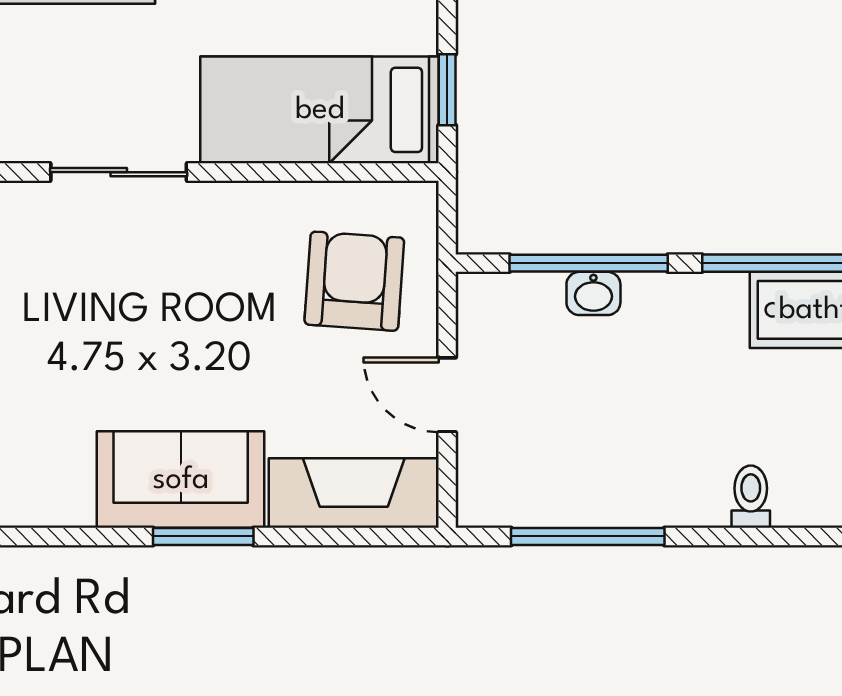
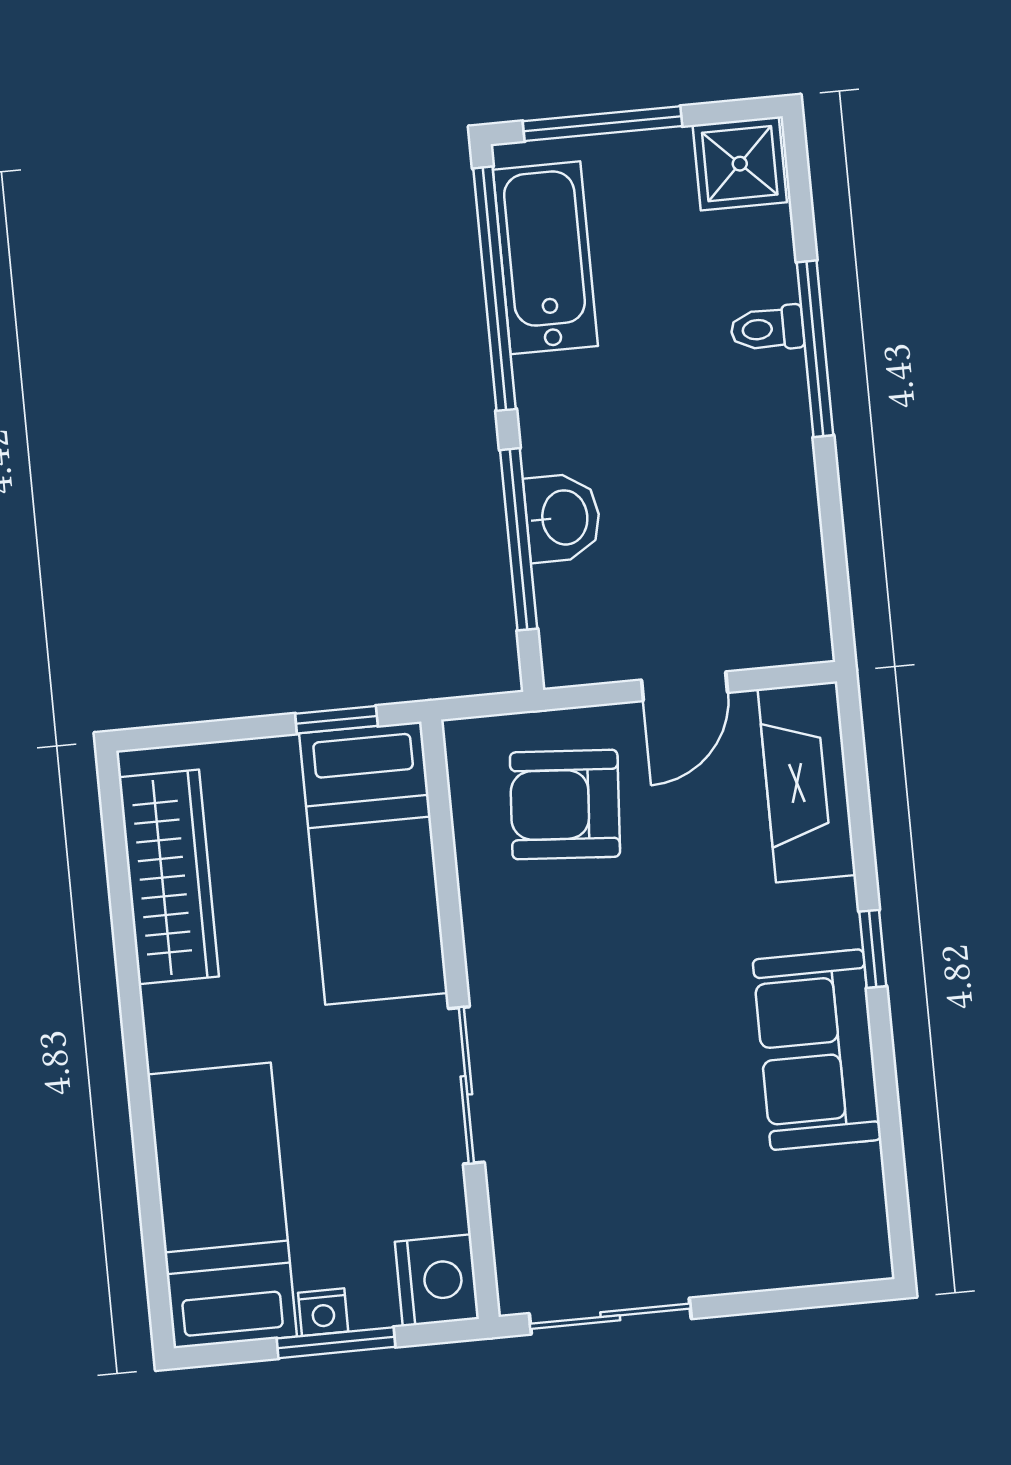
washbasin: (593, 293) -> (563, 518), width x1.38, depth x1.45
sofa: (181, 480) -> (817, 1050), moved
window: (203, 536) -> (873, 949), width x0.67
window: (588, 536) -> (815, 349), moved

